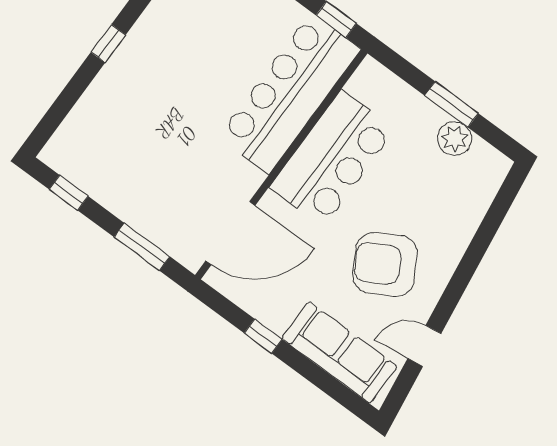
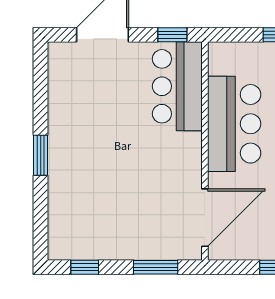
window: (108, 44) -> (41, 155), width x1.50
bar counter: (290, 93) -> (177, 86), width x0.73

